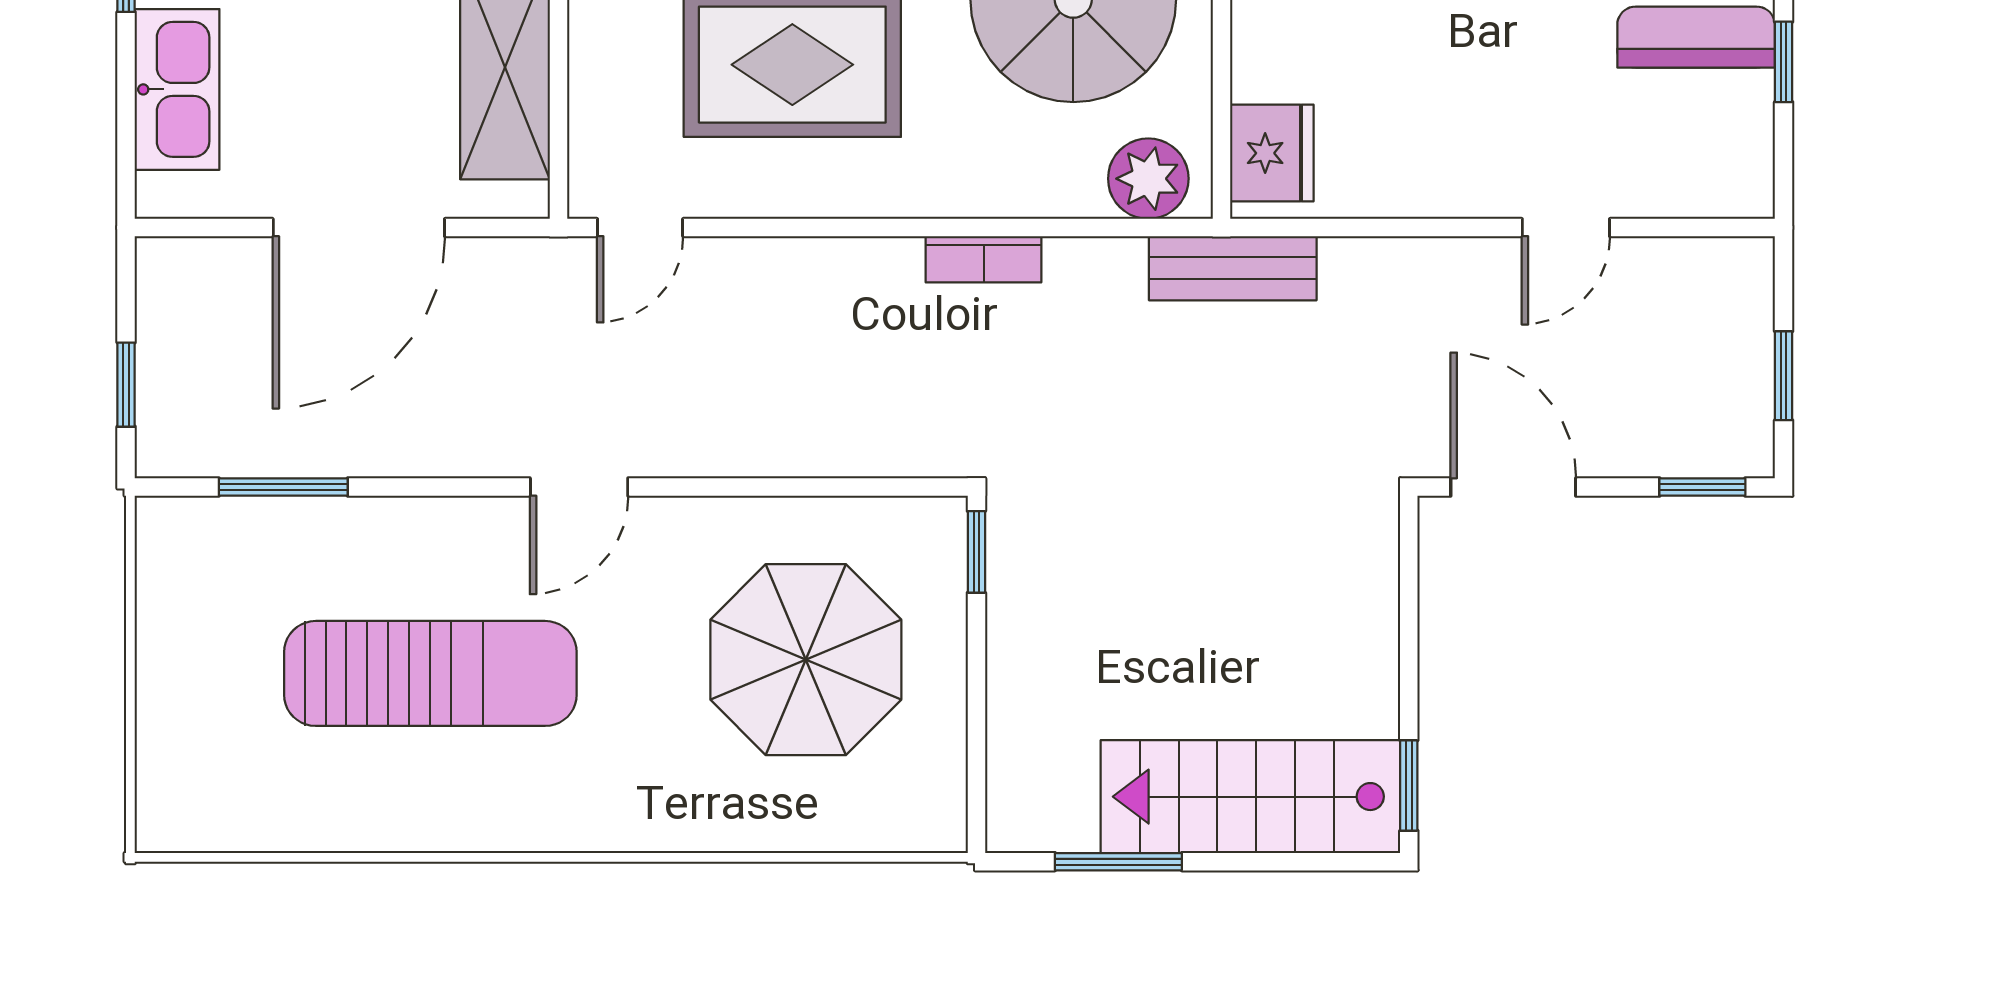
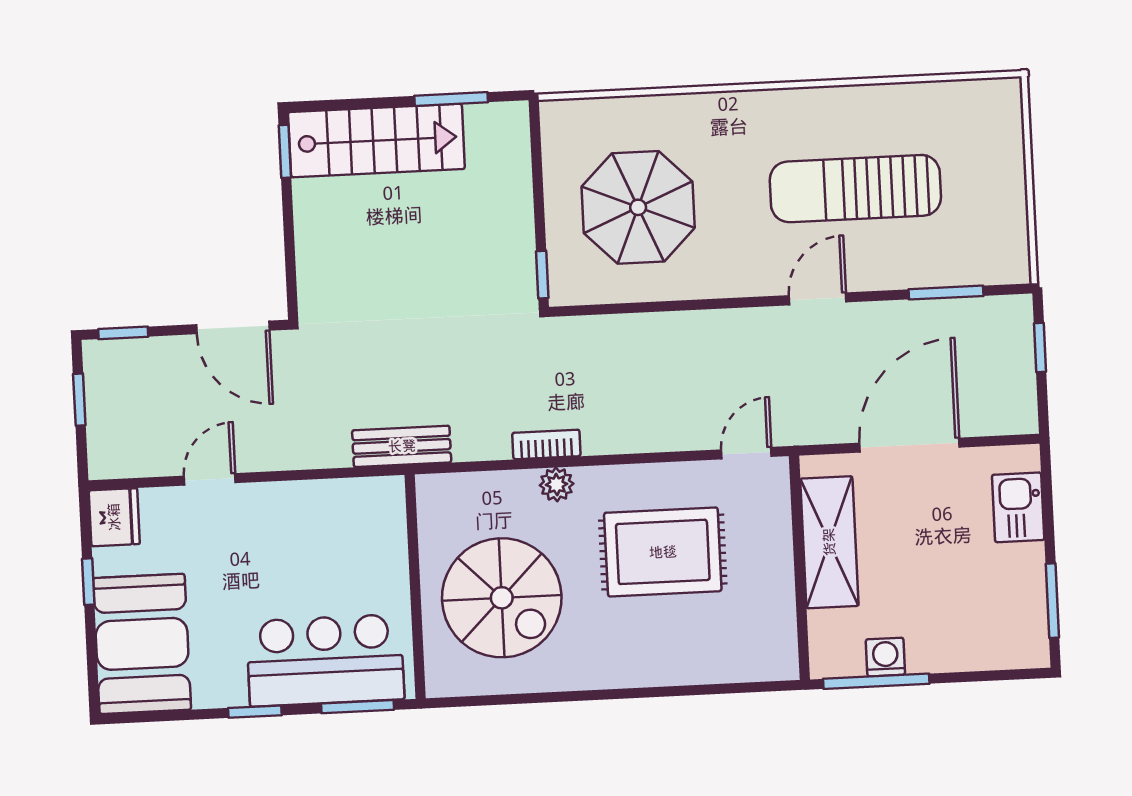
kitchen sink: (177, 89) -> (1018, 507), width x0.73
fridge: (1272, 153) -> (114, 517), moved, turned 180
plant: (1148, 179) -> (557, 484), moved, width x0.73, depth x0.73
door: (579, 487) -> (818, 299), moved

